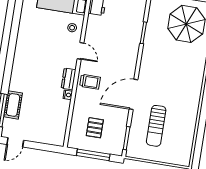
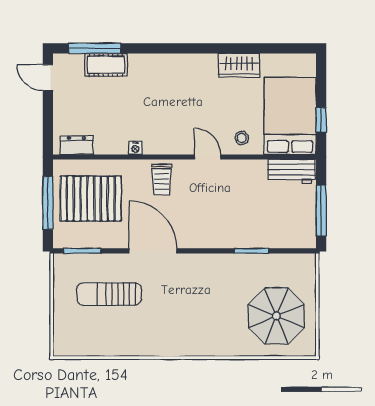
wardrobe: (27, 22) -> (239, 65), added
door: (81, 51) -> (207, 157), swing flipped
dresser: (69, 79) -> (77, 145), moved
pallet: (95, 128) -> (91, 199), width x2.05, depth x2.00

